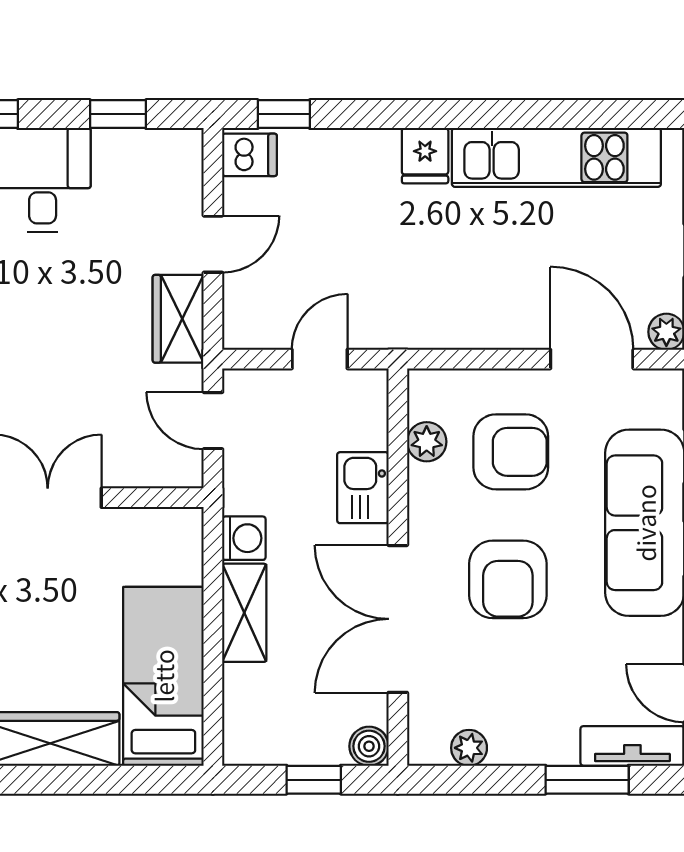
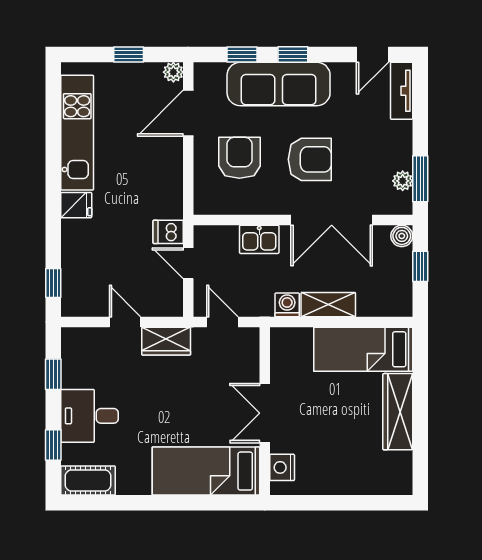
dishwasher: (250, 155) -> (168, 232), moved, turned -90
door: (213, 421) -> (222, 322), swing flipped
plant: (427, 442) -> (234, 204), removed
window: (587, 780) -> (420, 179), moved

